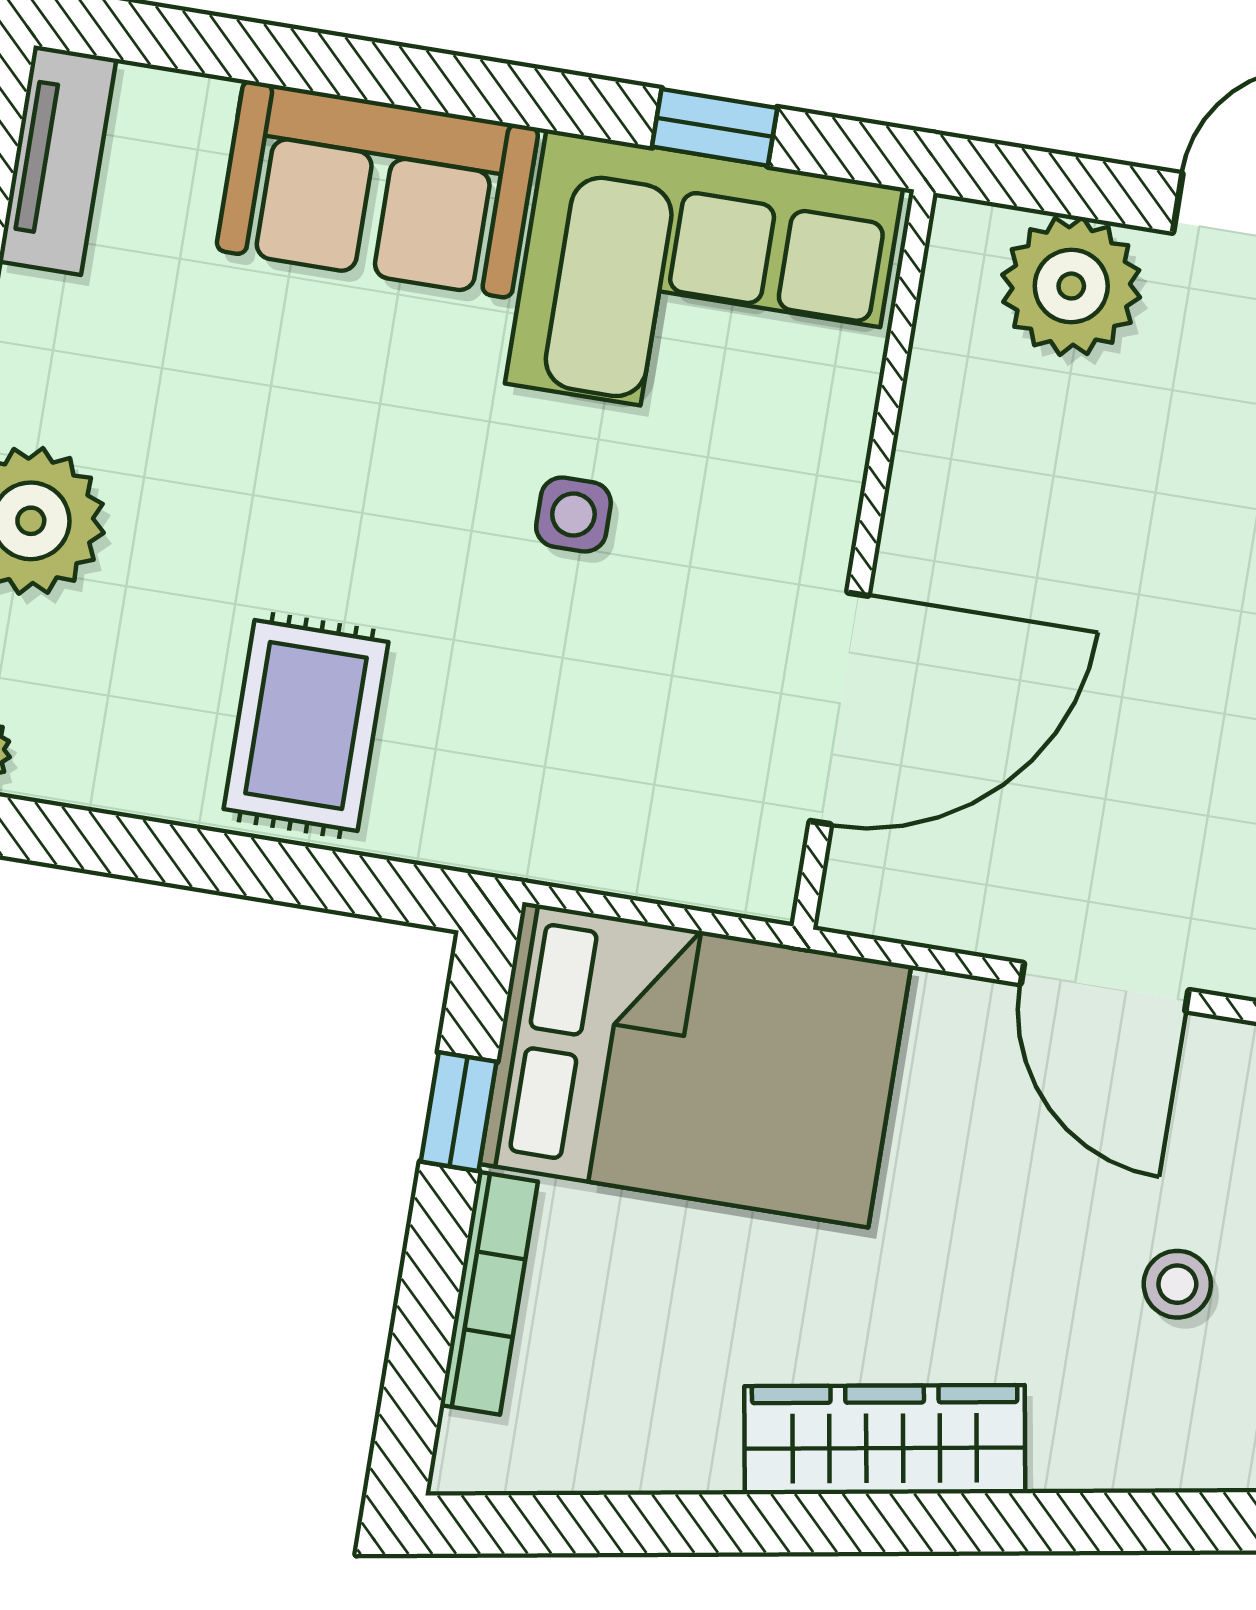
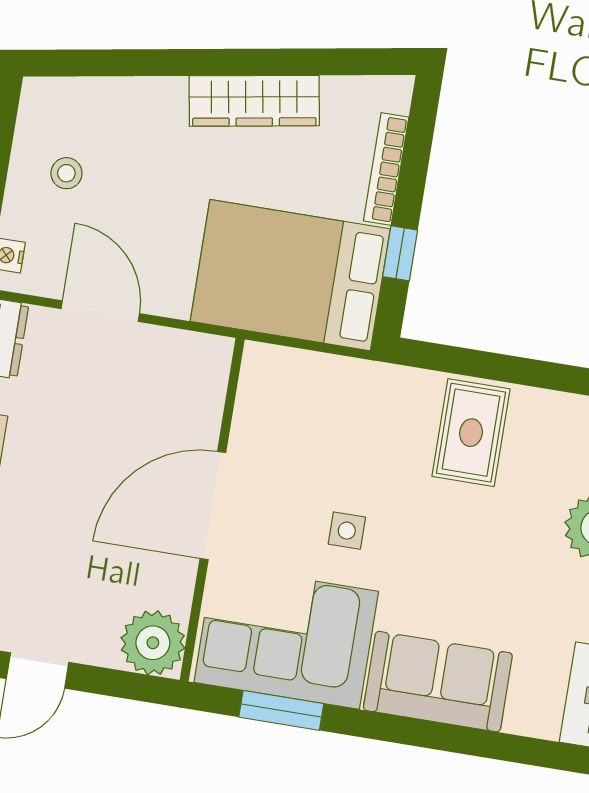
window: (715, 127) -> (281, 710), width x1.50
plant: (1071, 286) -> (153, 643), moved
door: (839, 708) -> (213, 506), moved
wardrobe: (885, 1440) -> (254, 101), moved

